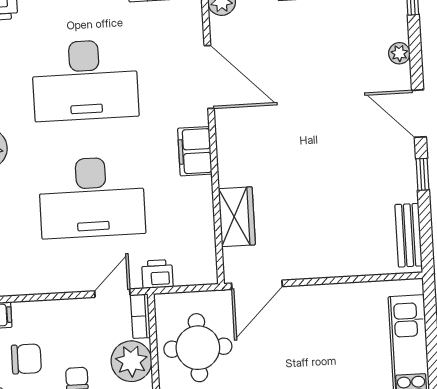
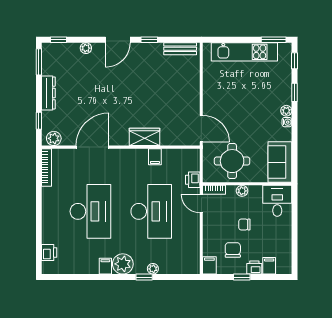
filing cabinet: (195, 151) -> (155, 157), moved, width x0.50
wardrobe: (237, 217) -> (145, 137), moved
plant: (131, 361) -> (242, 191), width x0.53, depth x0.53

